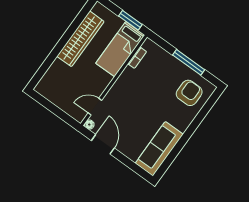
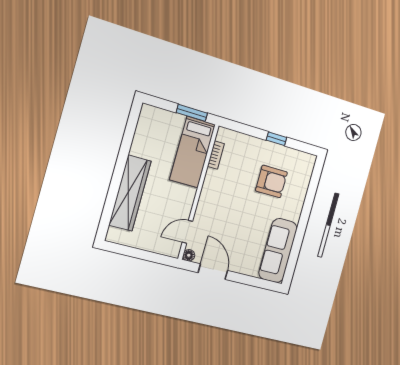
wardrobe: (80, 39) -> (130, 193), moved
window: (189, 62) -> (276, 139), width x0.46
armchair: (189, 93) -> (271, 181), moved, turned 90

